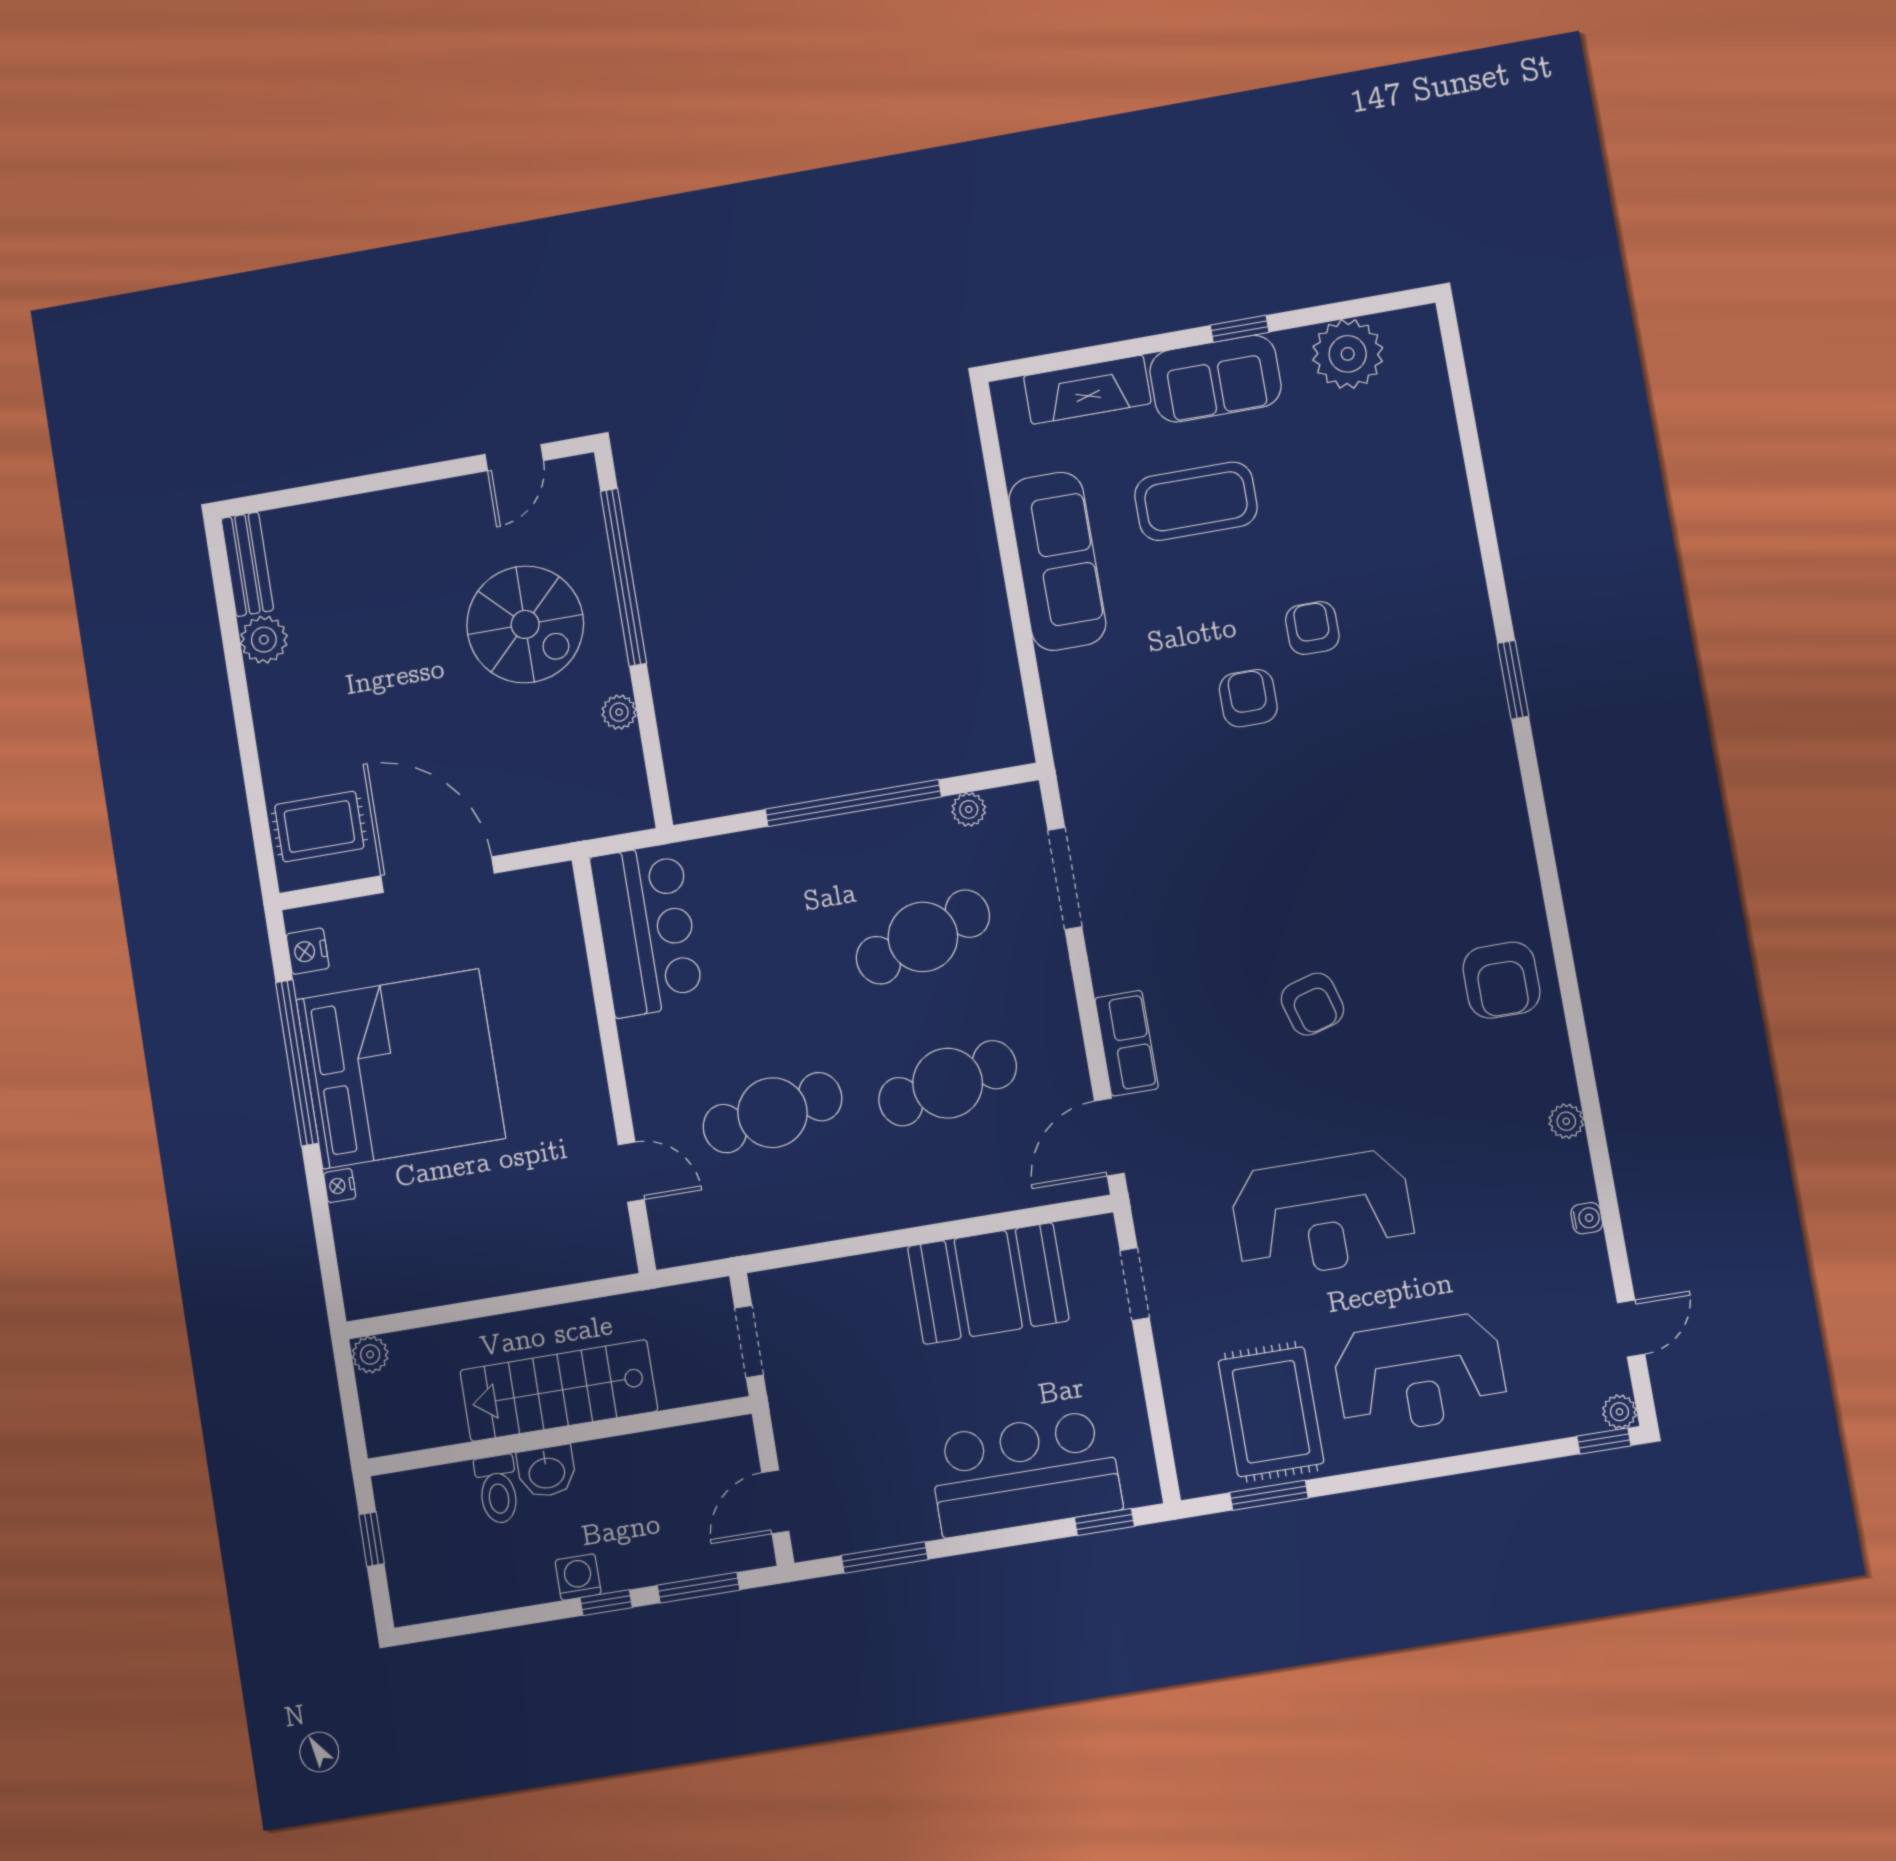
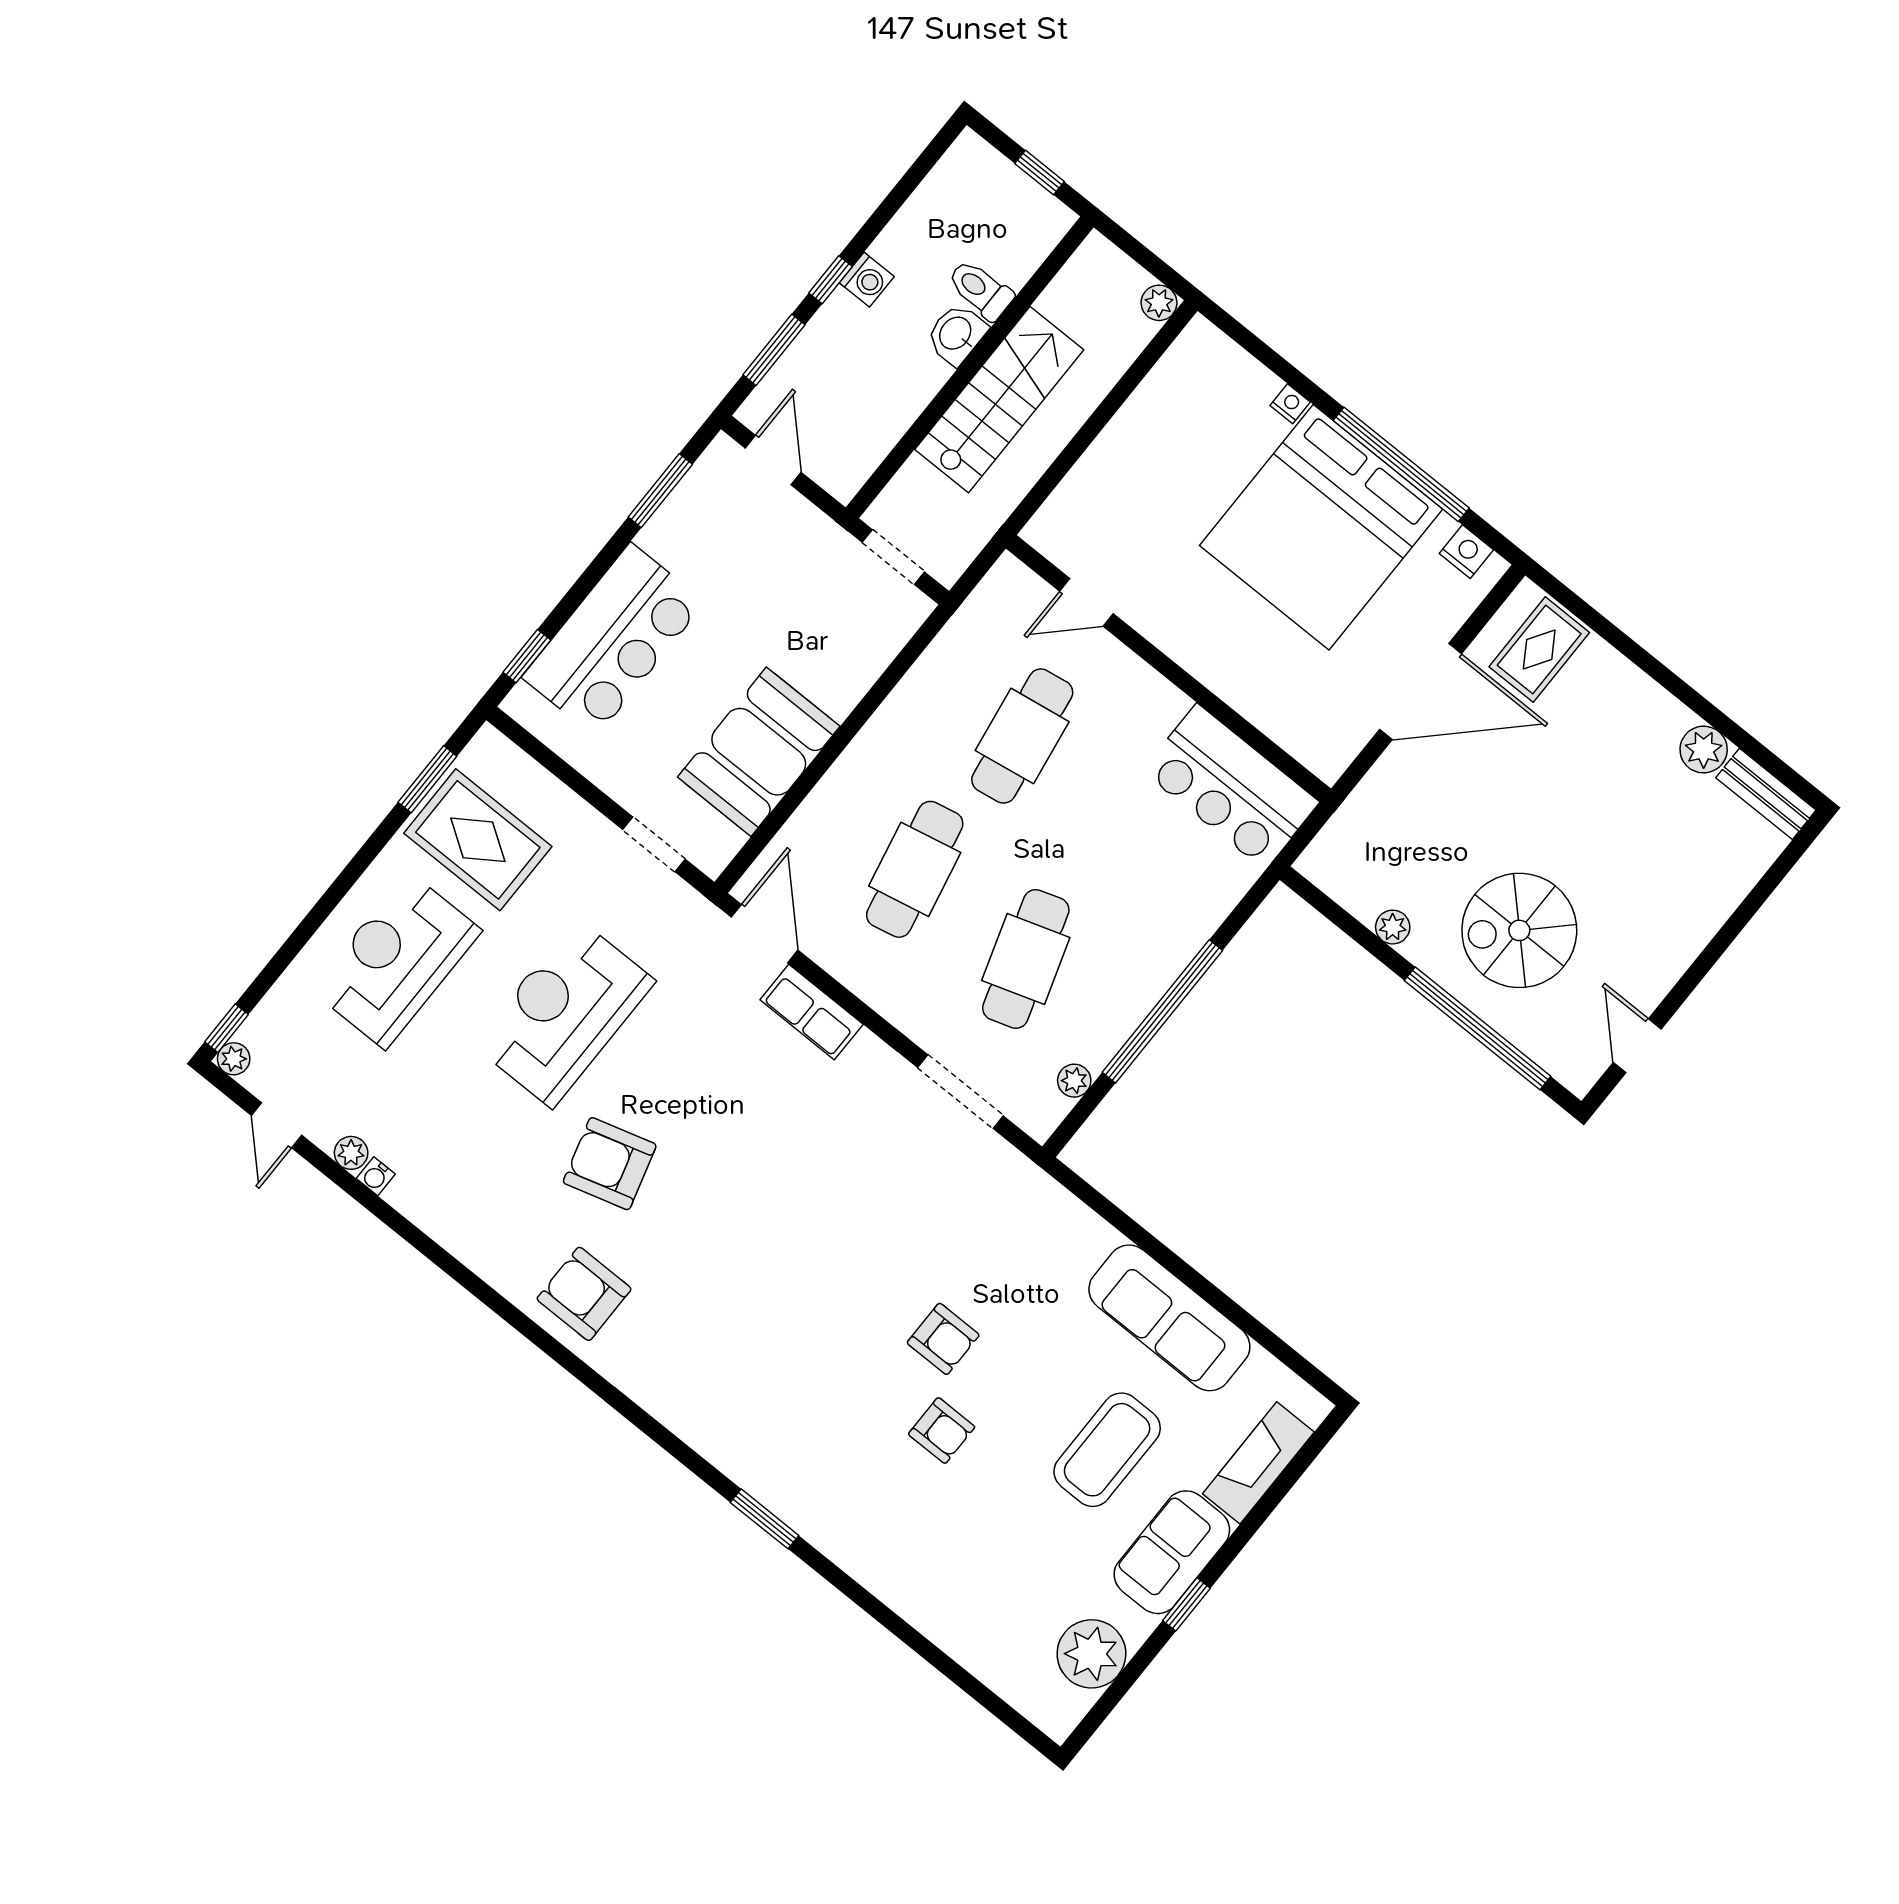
armchair: (1312, 1004) -> (610, 1164), moved, width x1.38, depth x1.38
plant: (1566, 1121) -> (351, 1153), moved

